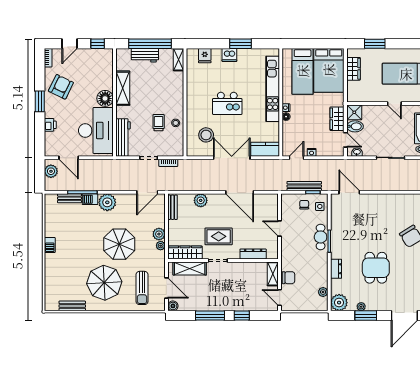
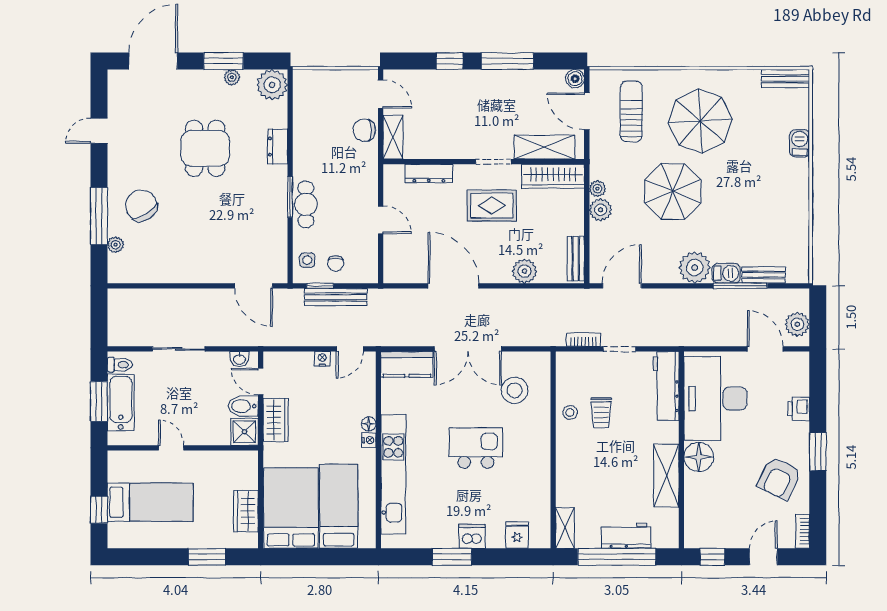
barbecue: (50, 245) -> (800, 143), moved
plant: (323, 292) -> (301, 104), removed
bench: (72, 306) -> (785, 79), moved

